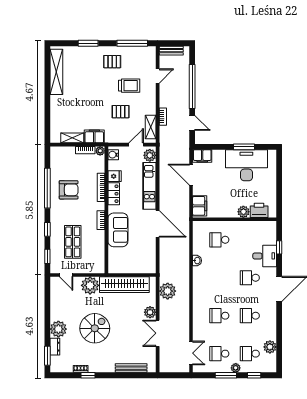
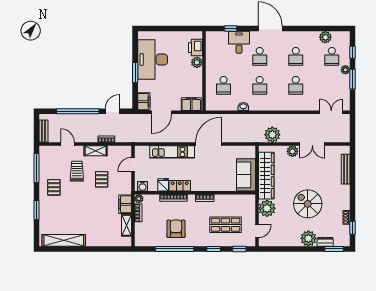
shelving: (151, 127) -> (96, 151), moved
door: (136, 145) -> (133, 164), hinge flipped
window: (244, 147) -> (135, 73), moved
plant: (150, 155) -> (143, 152), removed
sofa: (118, 230) -> (246, 175), moved, turned -90
school desk: (219, 354) -> (260, 85), moved
window: (88, 375) -> (352, 228), moved

